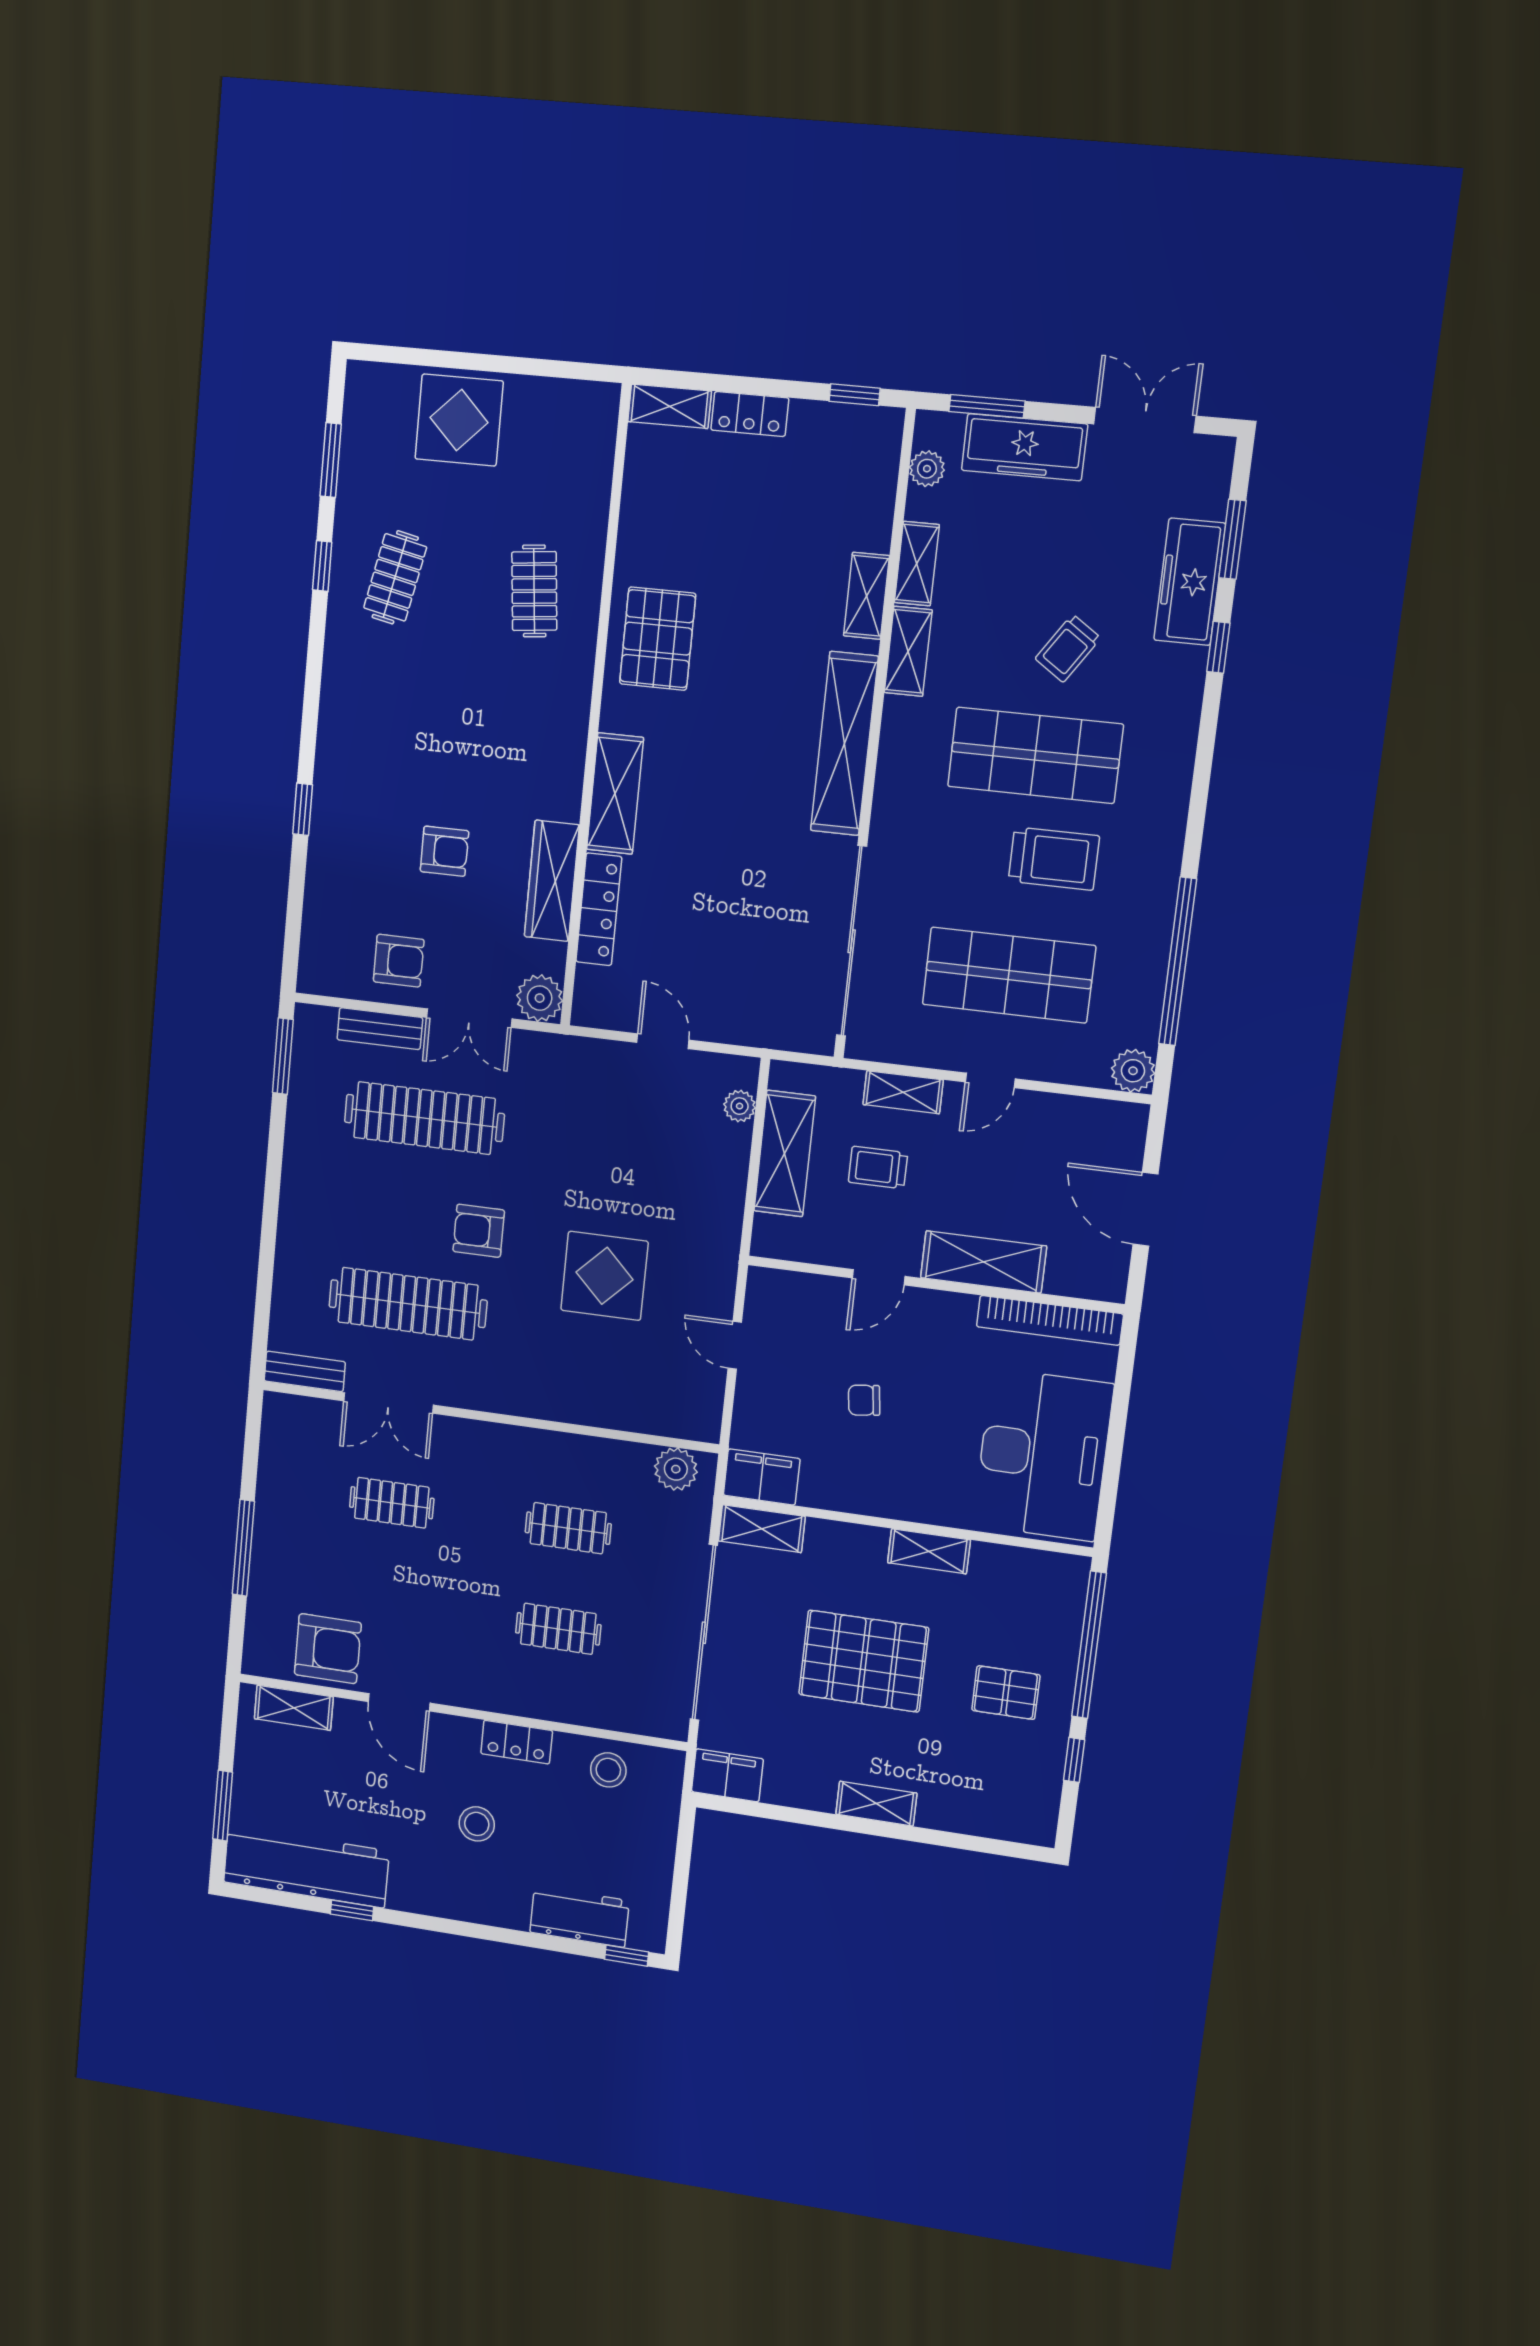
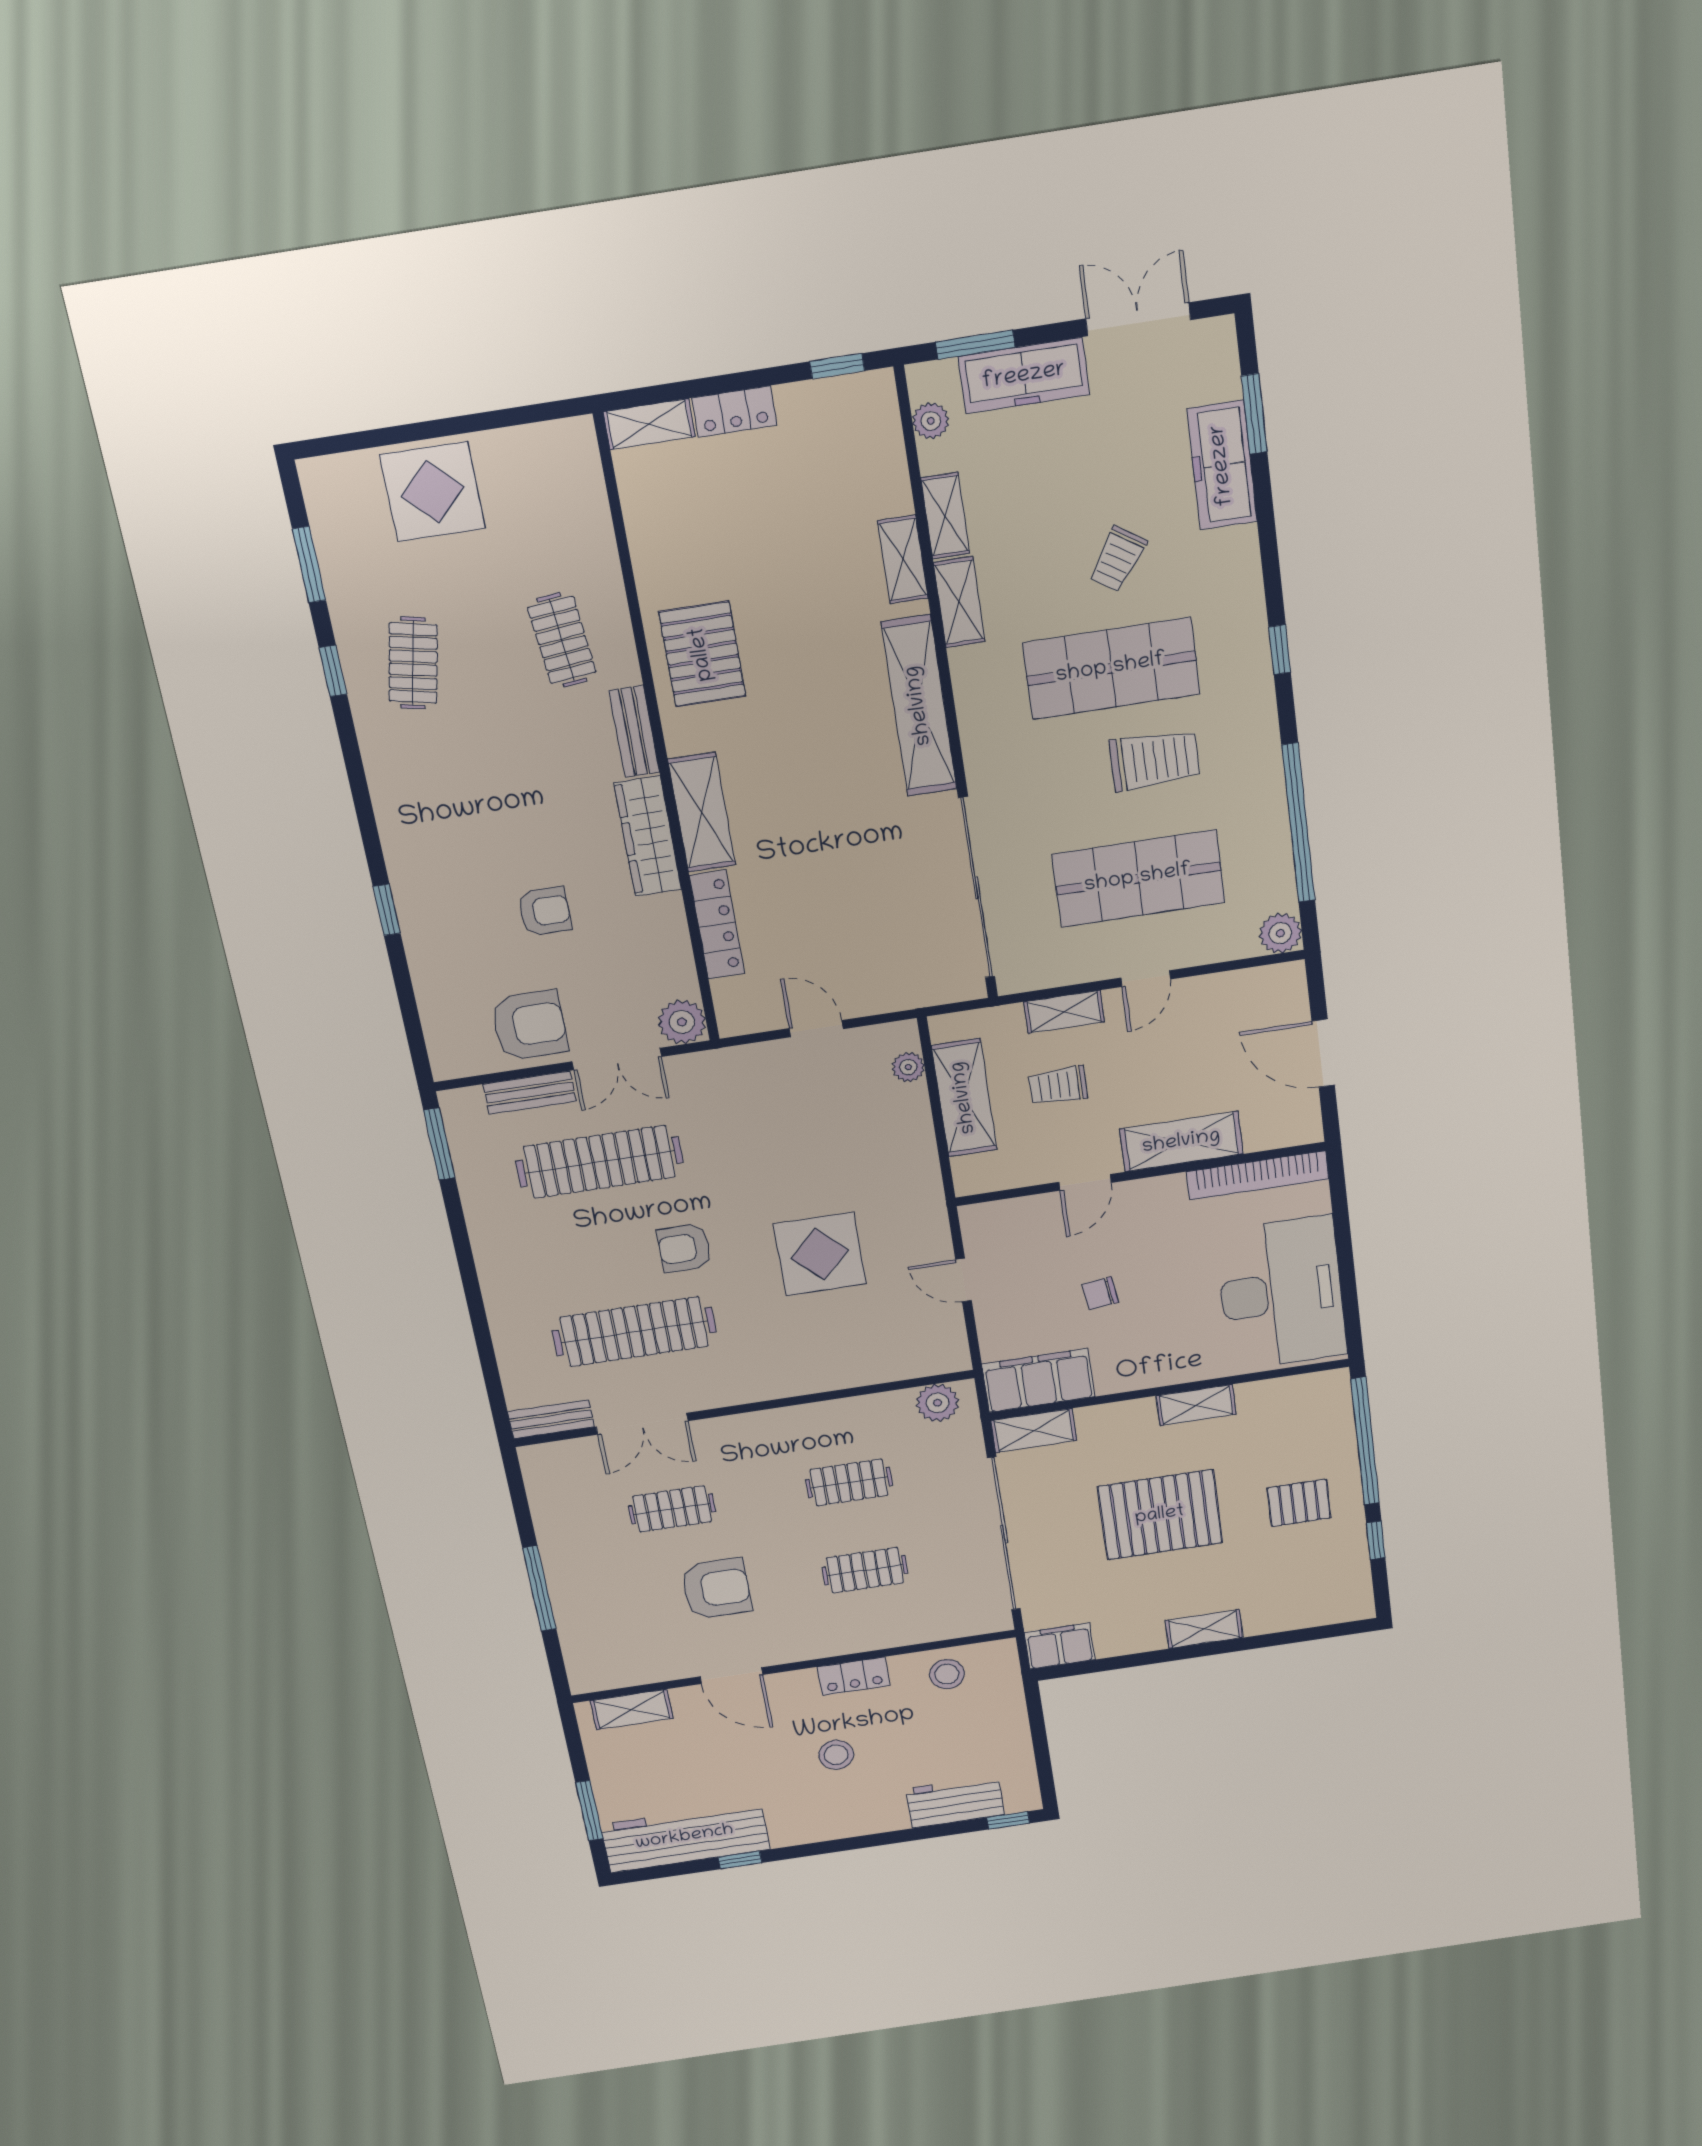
window: (1218, 647) -> (1280, 650), moved
bench: (575, 697) -> (634, 732), added
wardrobe: (552, 881) -> (648, 836), moved
armchair: (399, 961) -> (529, 1025), width x1.38, depth x1.38
filing cabinet: (762, 1477) -> (1038, 1380), width x1.50, depth x1.17
armchair: (328, 1649) -> (716, 1589), moved

